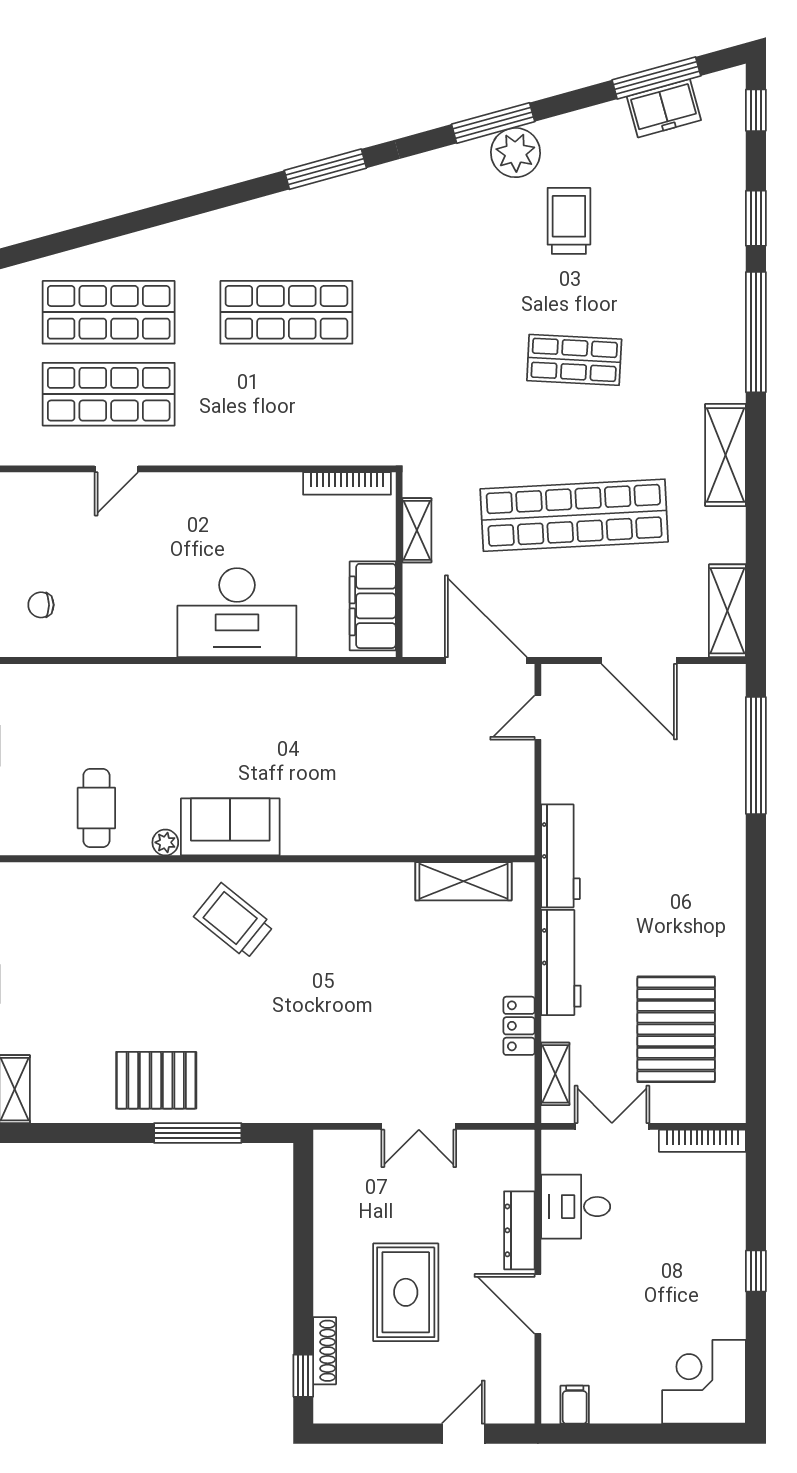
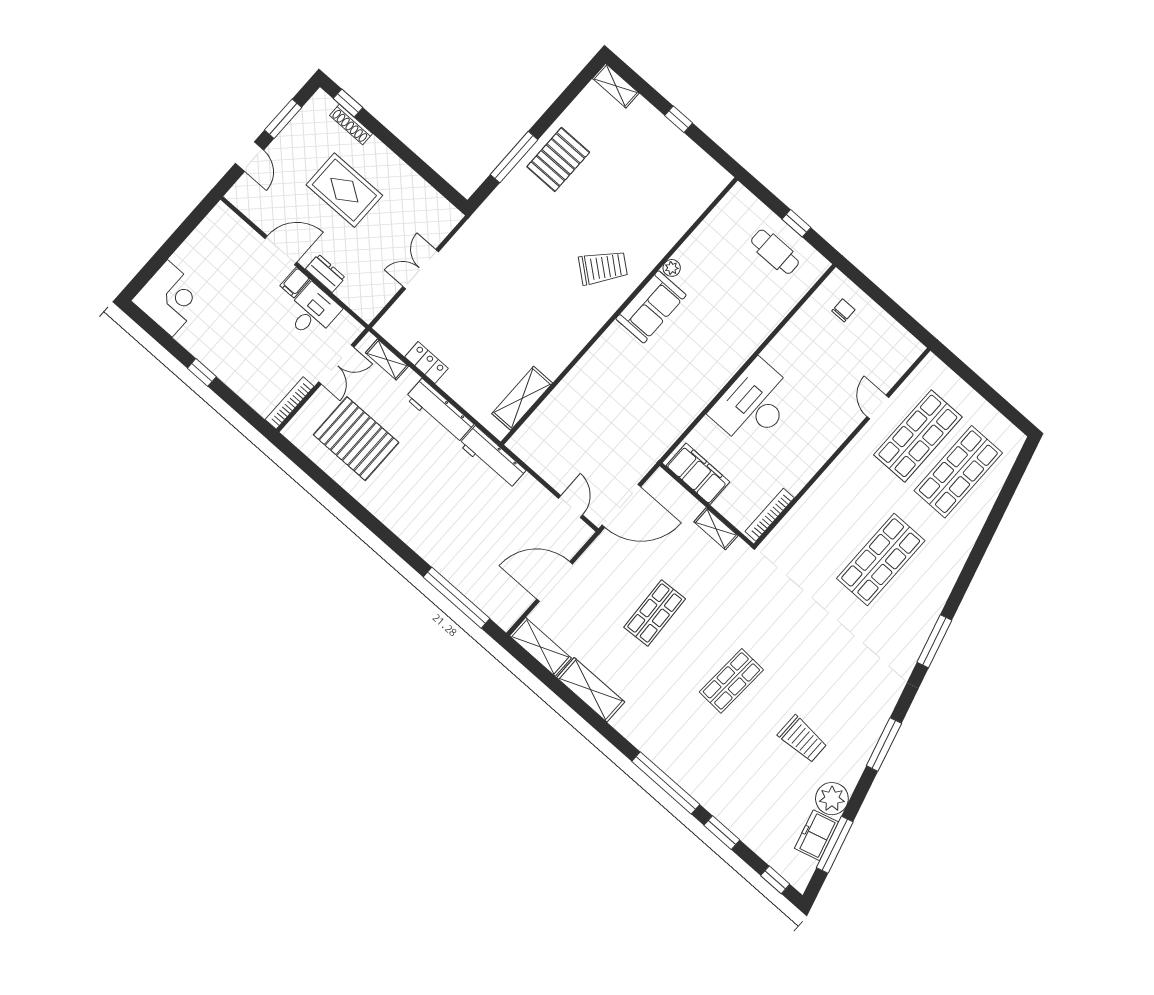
plant: (516, 153) -> (832, 799), moved
shelving: (726, 455) -> (591, 690), moved
shop shelf: (574, 515) -> (655, 613), width x0.50, depth x0.74
cafe table: (96, 808) -> (775, 252), moved
dresser: (519, 1230) -> (325, 273), width x0.70
filing cabinet: (575, 1405) -> (295, 283), moved, turned 90
window: (386, 1434) -> (283, 119), added

